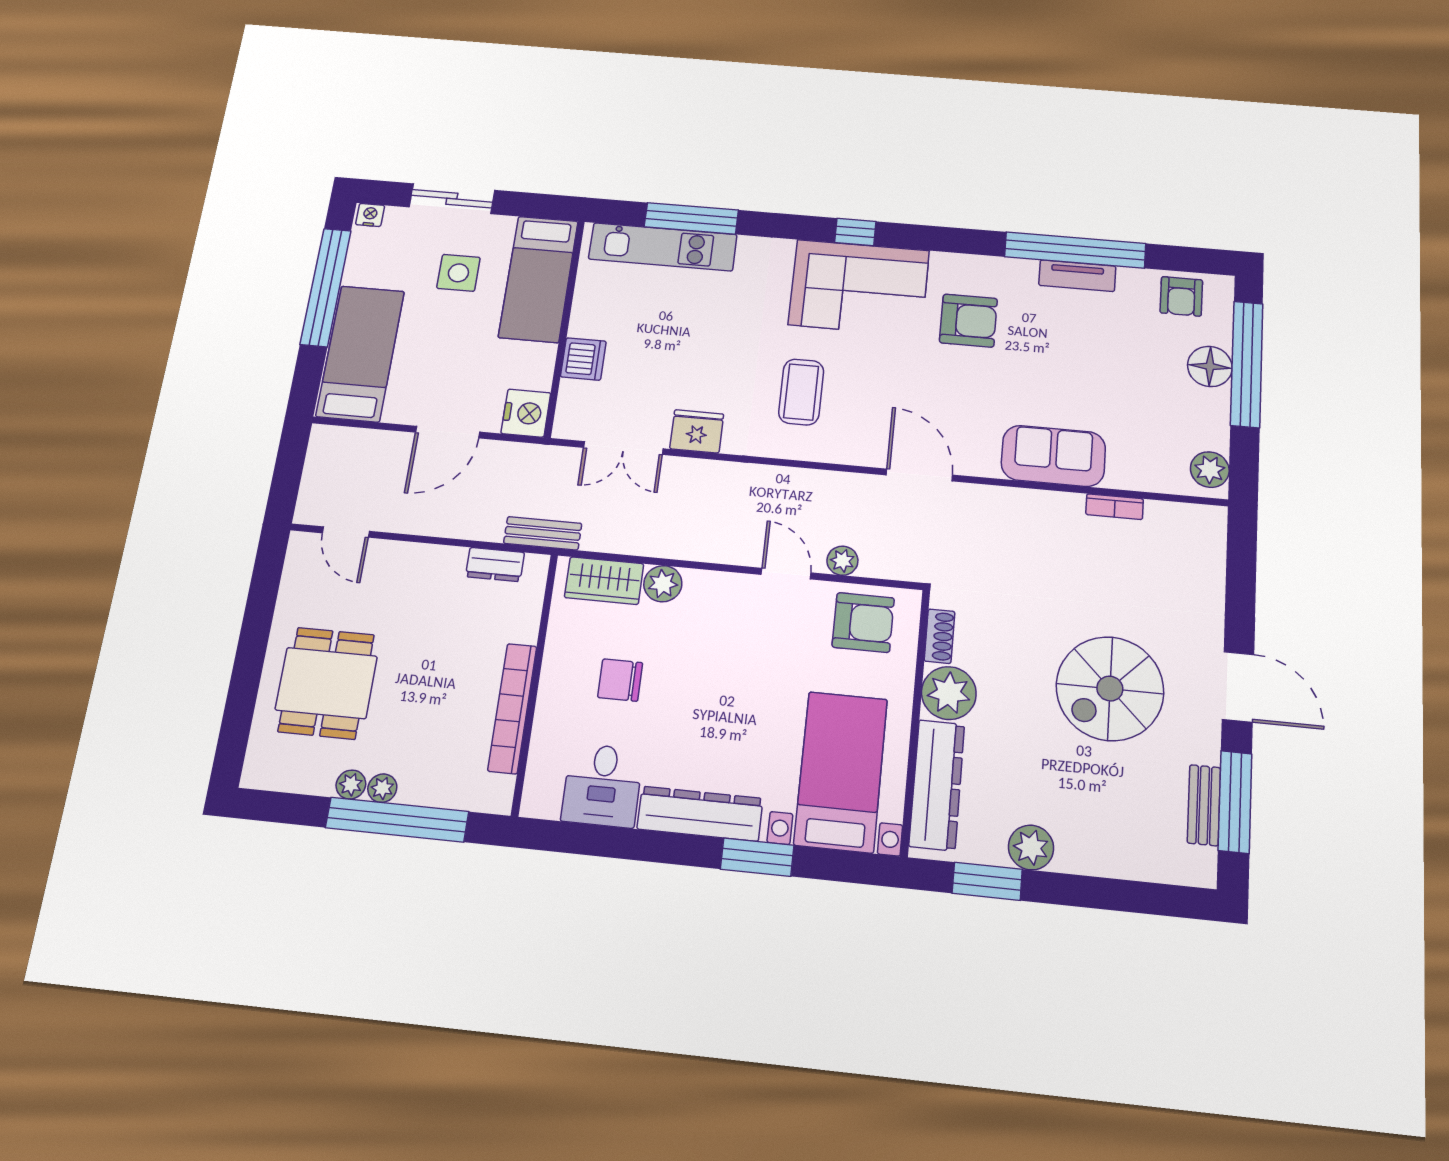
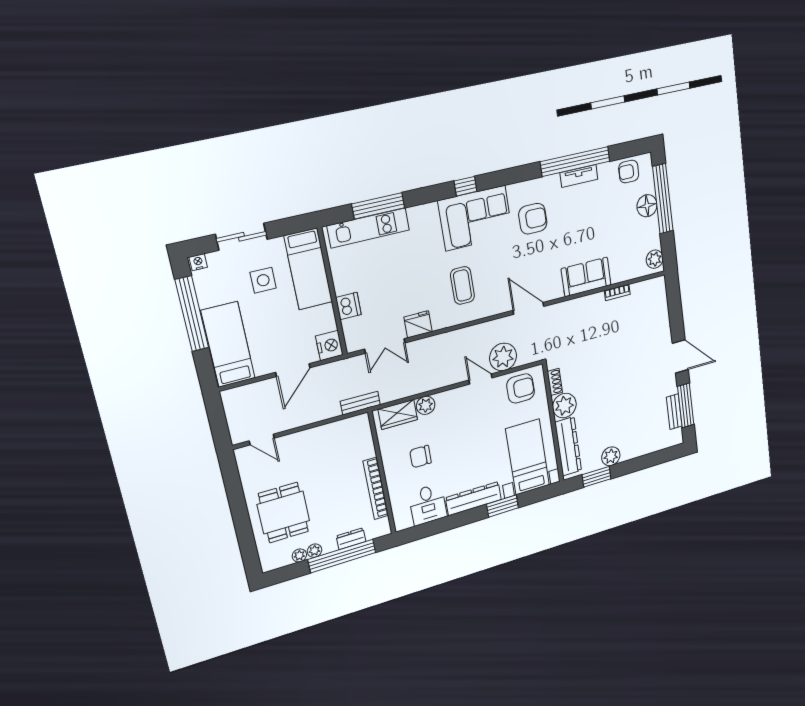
armchair: (1181, 296) -> (629, 172), turned 90
plant: (842, 561) -> (503, 357), width x1.87, depth x1.87
dresser: (495, 565) -> (351, 539), moved, turned 180
spiral stairs: (1110, 689) -> (630, 377), removed
plant: (382, 788) -> (299, 555), moved

